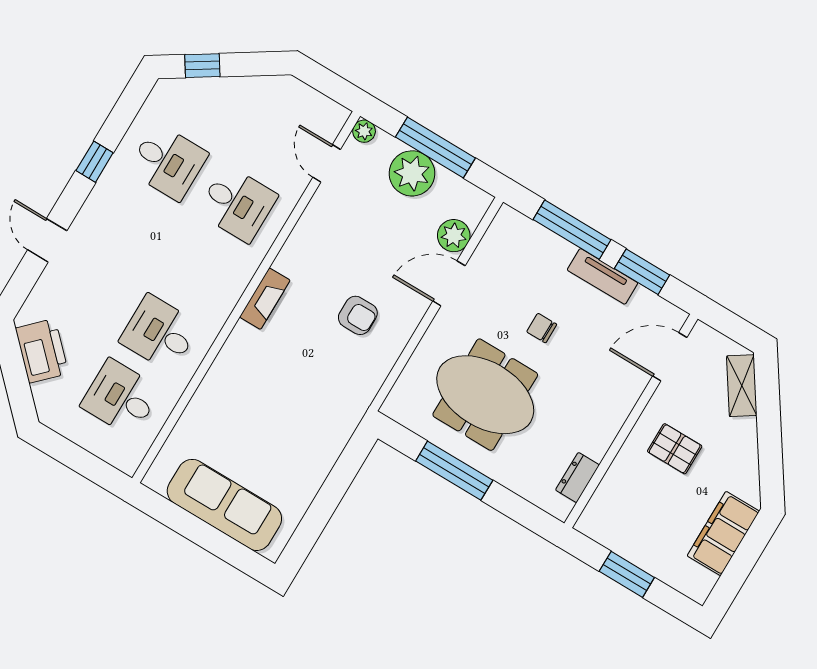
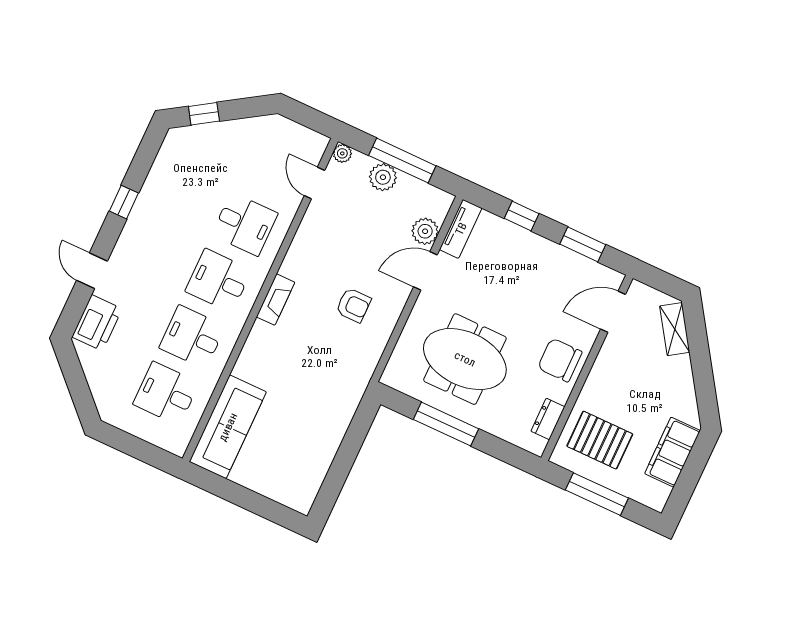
desk: (168, 162) -> (218, 281), moved, turned 180
plant: (412, 173) -> (383, 177), width x0.73, depth x0.73
window: (572, 230) -> (522, 216), width x0.46
tv unit: (603, 276) -> (461, 229), moved, turned -90
chair: (542, 328) -> (560, 360), moved, width x1.87, depth x1.87
printer: (42, 351) -> (97, 323), moved, turned 45
pallet: (675, 449) -> (600, 440), moved, width x1.50, depth x1.42
sofa: (224, 505) -> (228, 427), moved, turned 90
window: (627, 574) -> (597, 494), width x1.44

